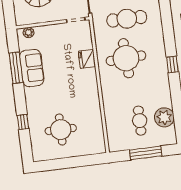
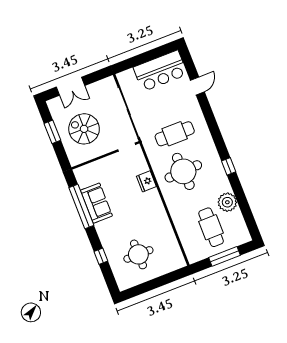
plant: (28, 32) -> (85, 170), removed
window: (16, 68) -> (81, 207), width x1.46
plant: (164, 117) -> (227, 202), moved
cafe table: (140, 121) -> (211, 227), width x1.37, depth x1.35

